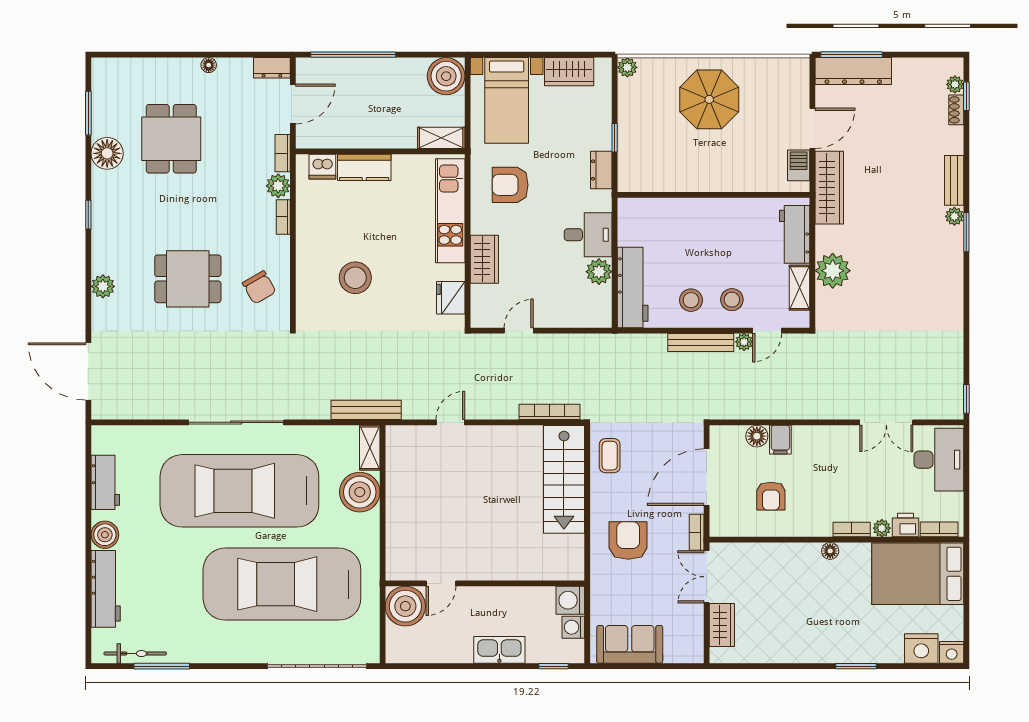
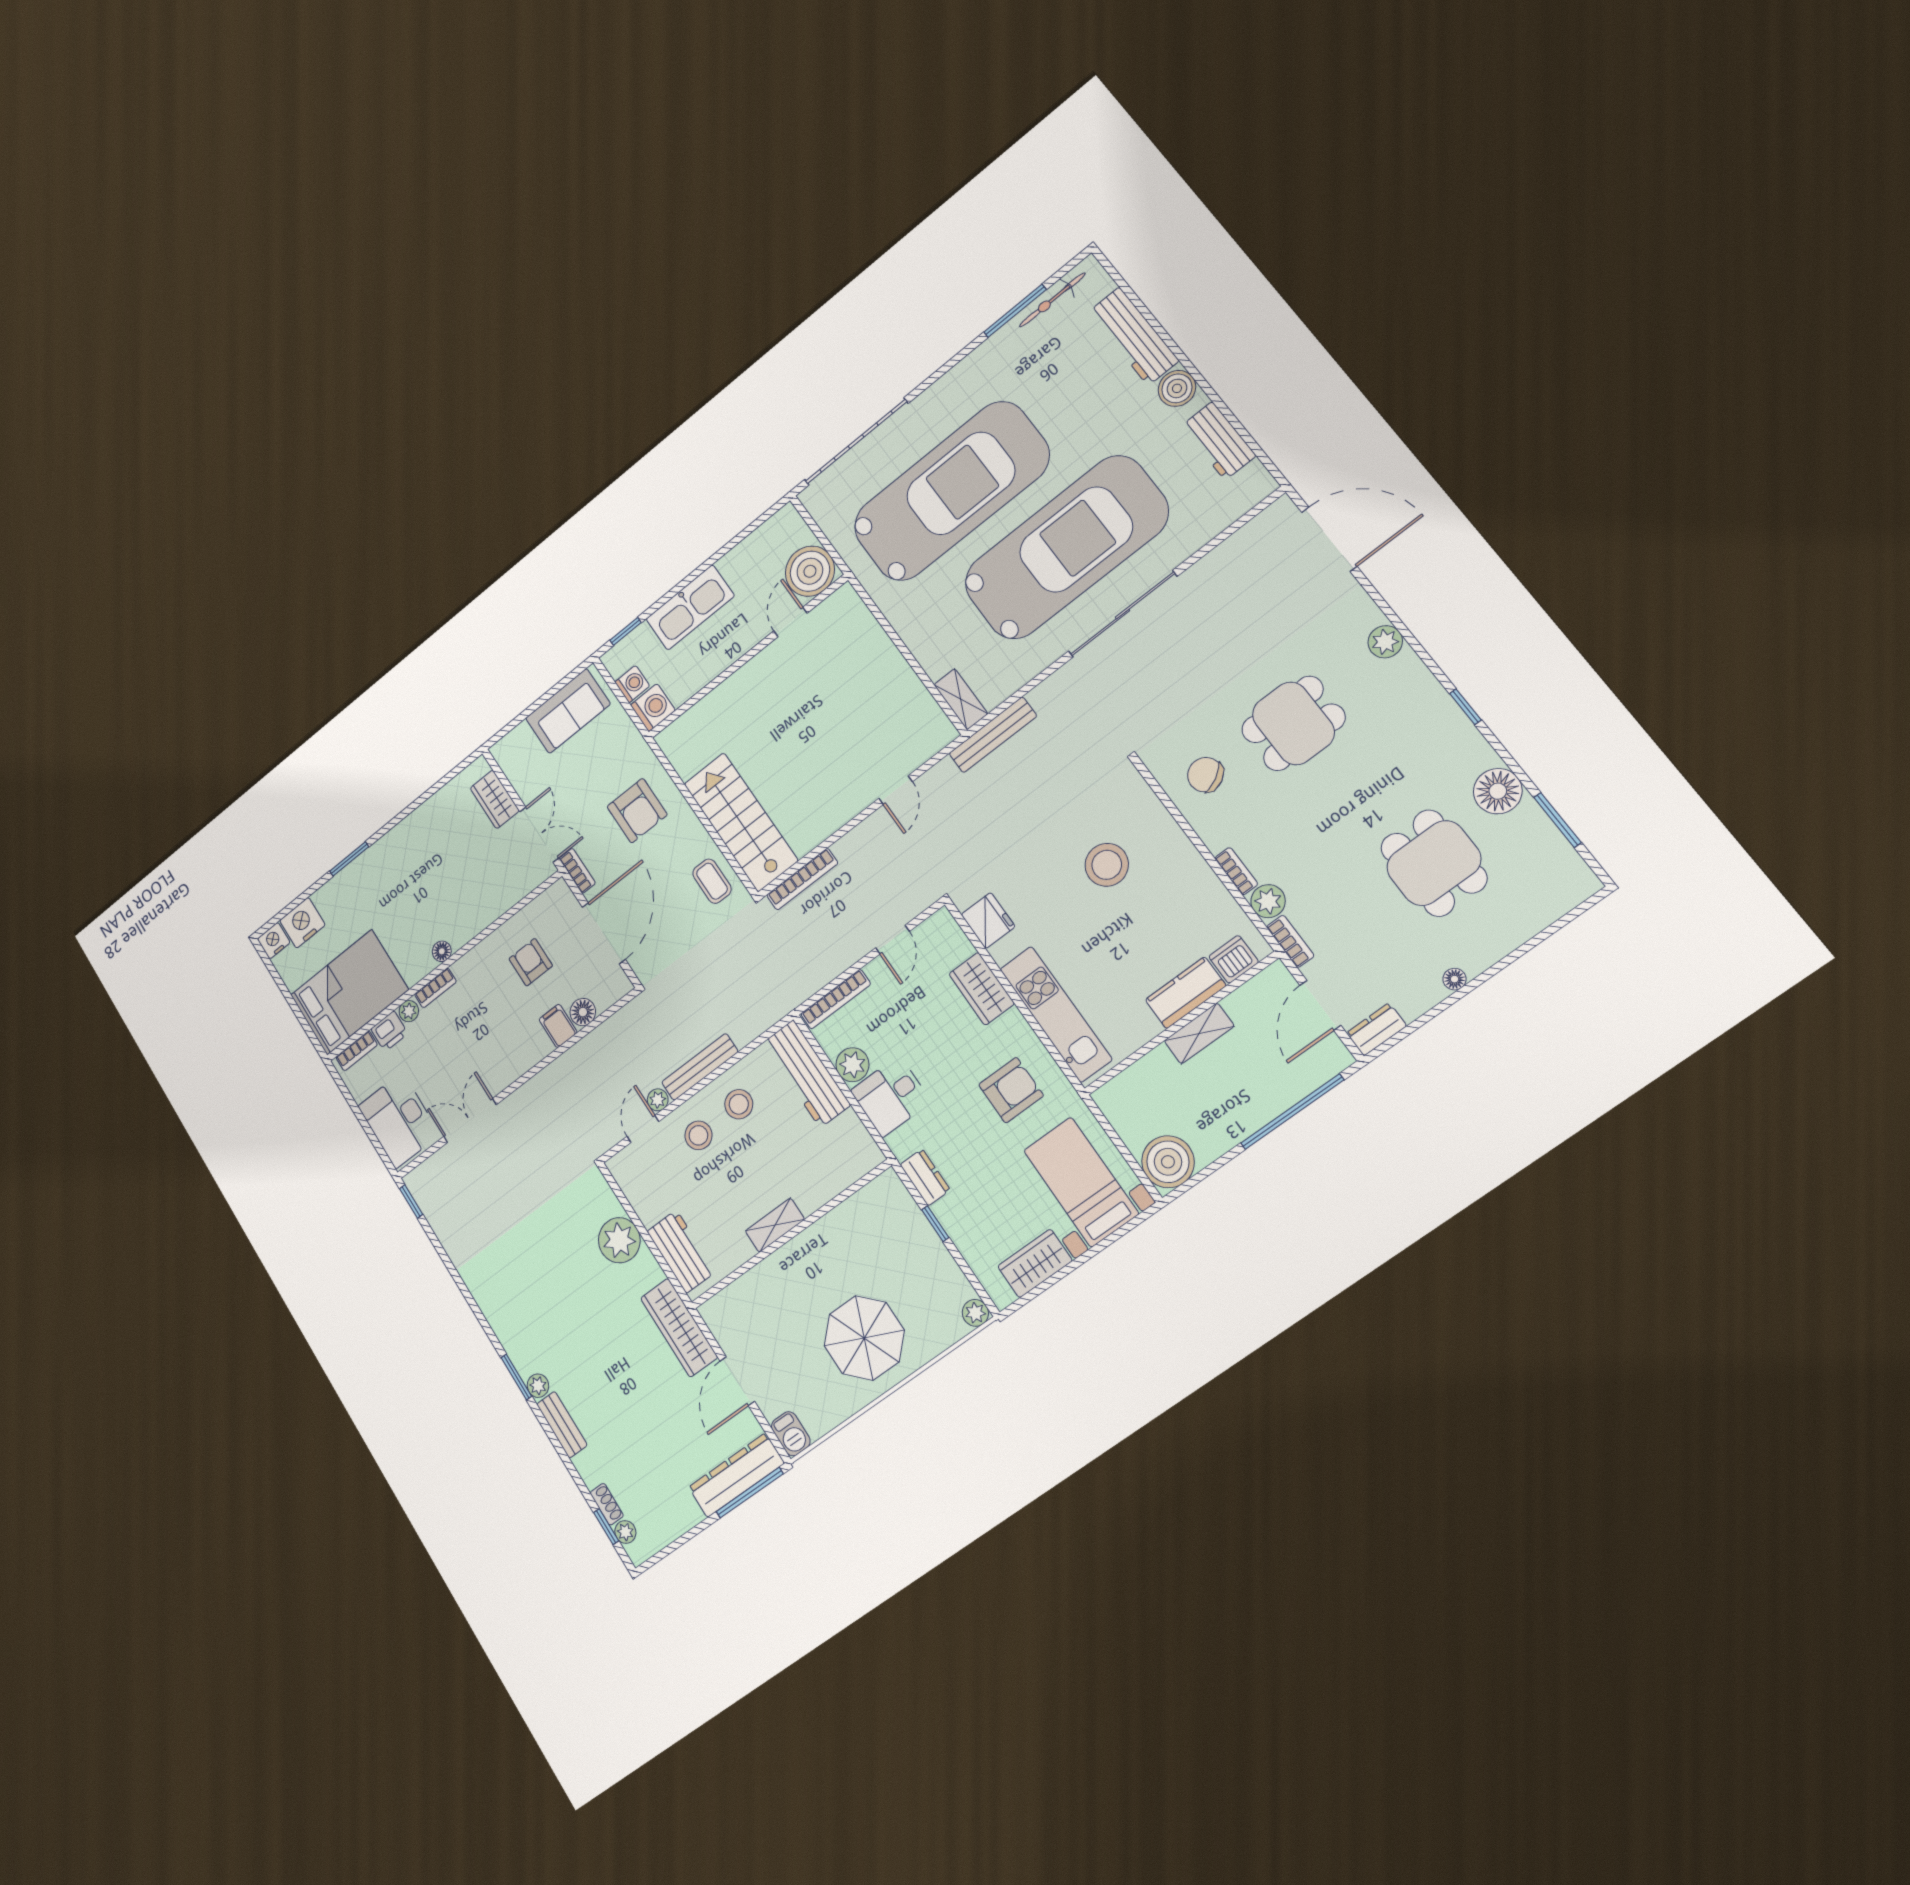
shelving: (441, 138) -> (1199, 1033), moved
barbecue: (799, 165) -> (791, 1434), moved
shelving: (799, 288) -> (775, 1225), moved, turned 90
bookcase: (581, 320) -> (836, 999), added
boiler: (360, 492) -> (938, 646), removed
kitchen sink: (499, 650) -> (690, 607), width x1.36, depth x1.24

